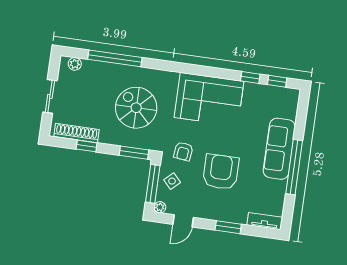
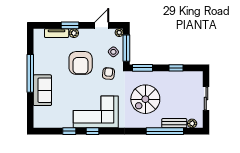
bench: (100, 68) -> (174, 123), added
window: (277, 81) -> (92, 131), moved
spiral stairs: (136, 108) -> (145, 99), turned 90
shoe rack: (77, 133) -> (184, 76), removed
sofa: (279, 149) -> (42, 90), width x0.73
plant: (224, 215) -> (74, 33), added
tv unit: (265, 221) -> (57, 33), moved

